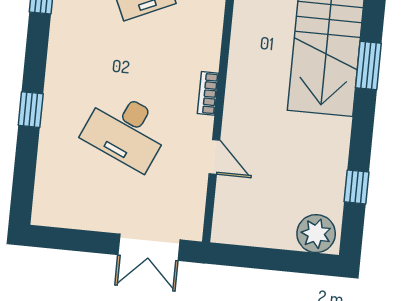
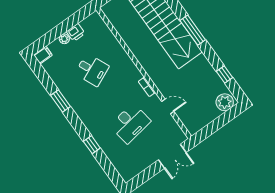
window: (368, 66) -> (193, 30), width x1.44
desk: (126, 130) -> (130, 123), turned -33

